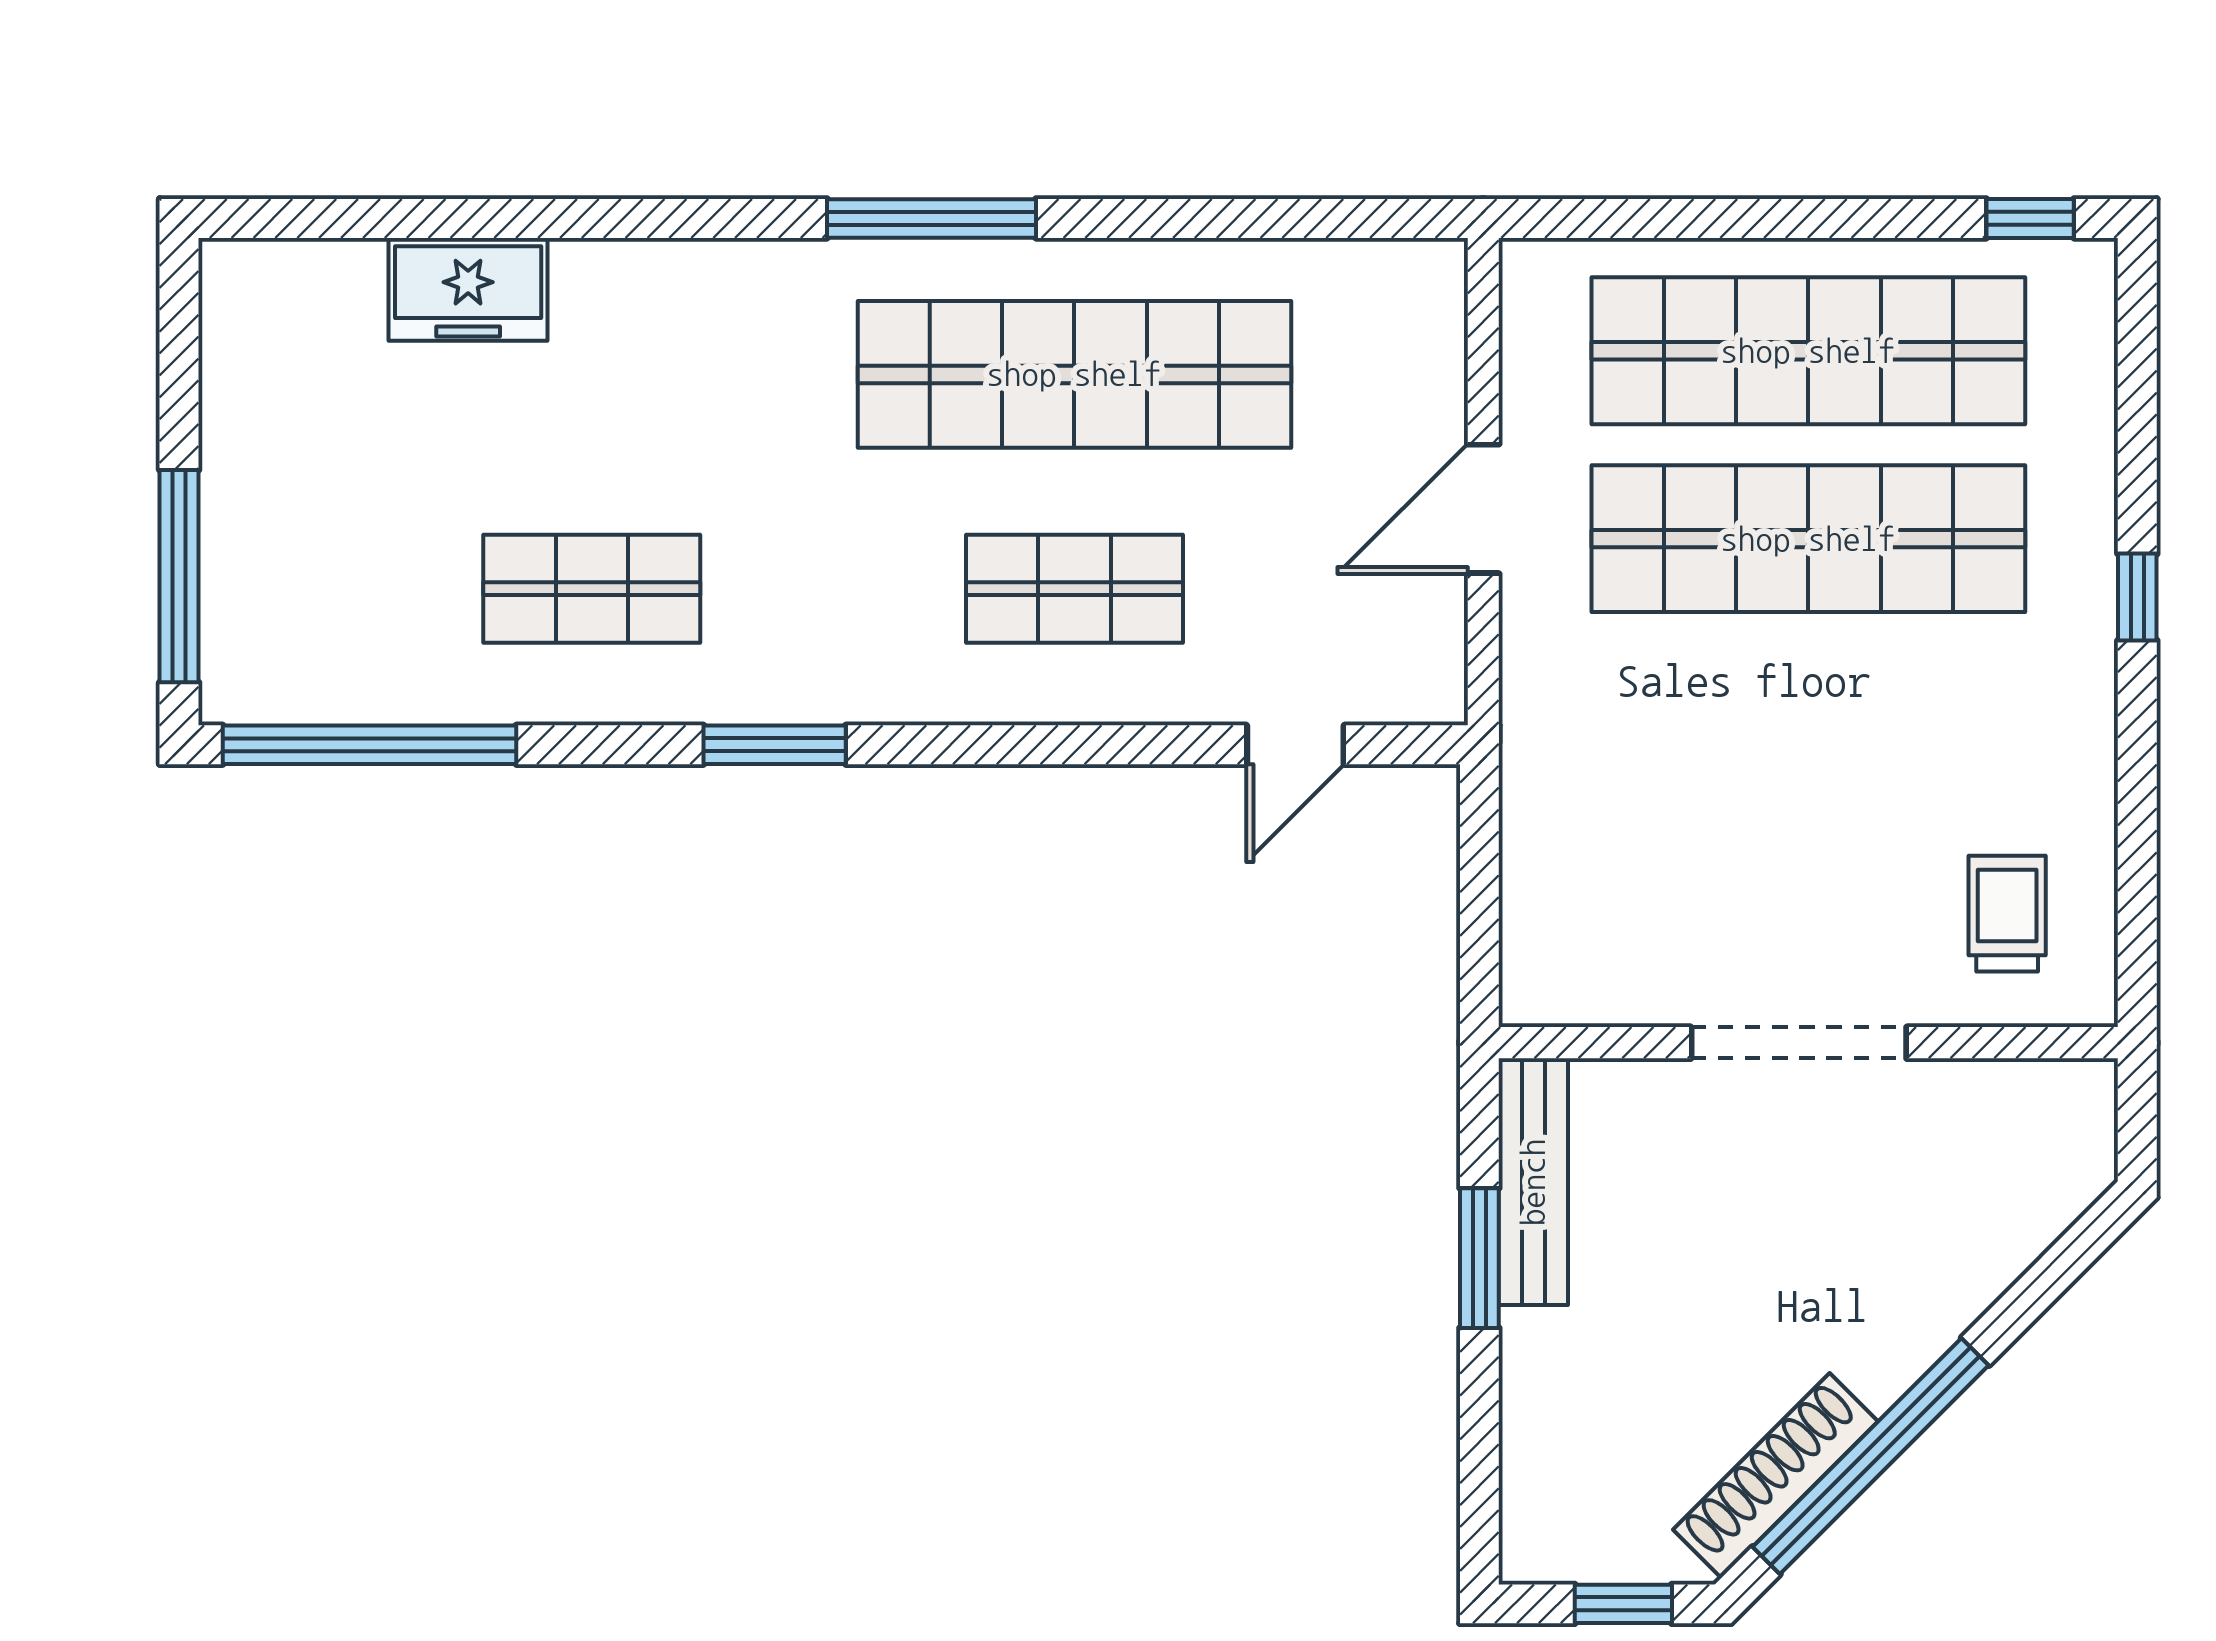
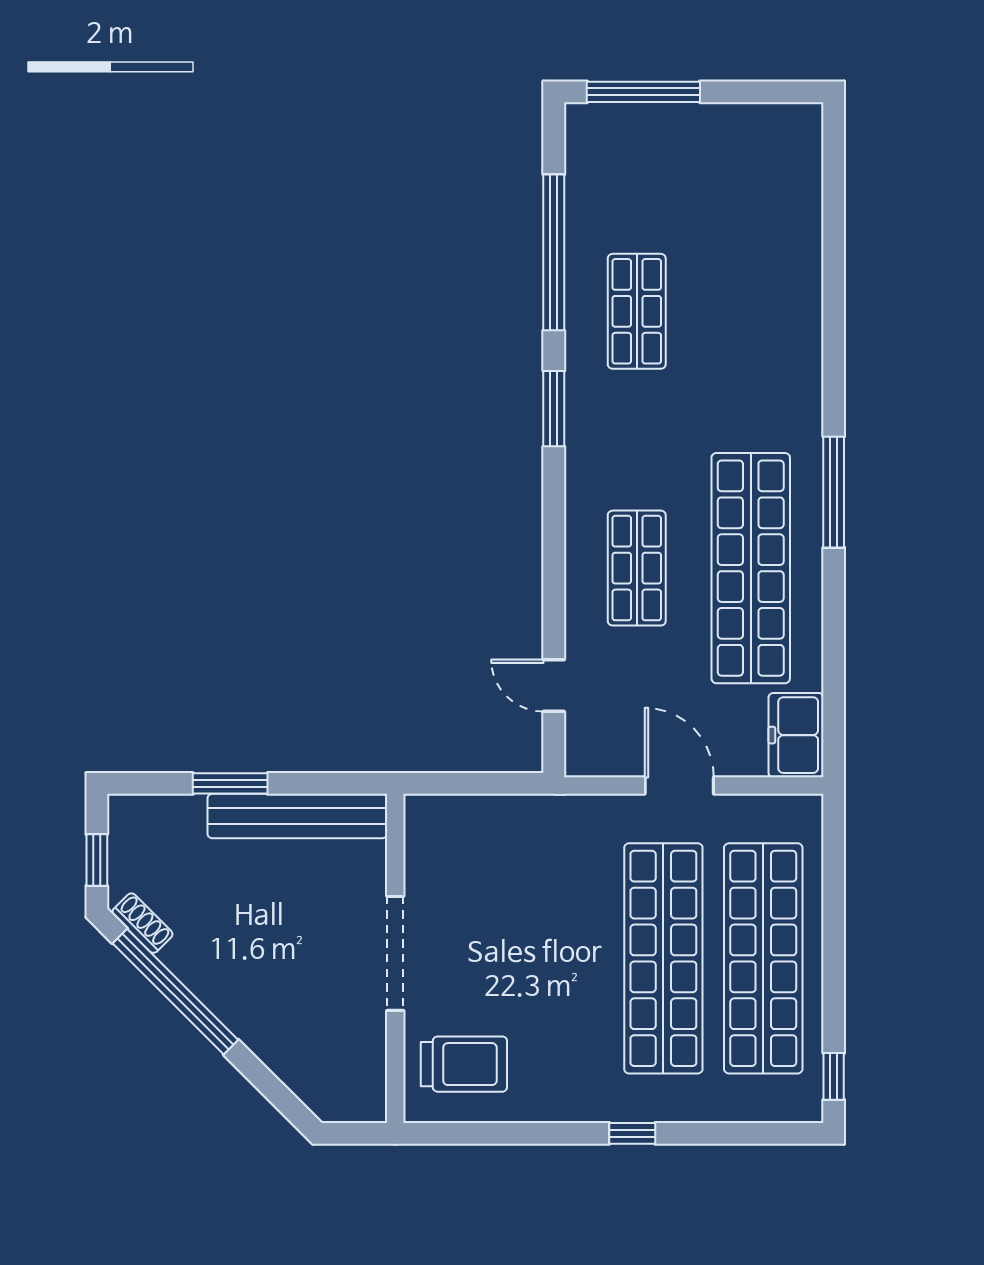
freezer: (468, 289) -> (796, 735), moved
window: (369, 745) -> (554, 252), moved
trolley: (2007, 914) -> (464, 1064), width x1.36, depth x1.39
bench: (1533, 1182) -> (297, 816), width x1.37, depth x1.21
window: (1479, 1258) -> (230, 783), moved
shoe rack: (1775, 1476) -> (142, 923), width x0.51, depth x0.81

